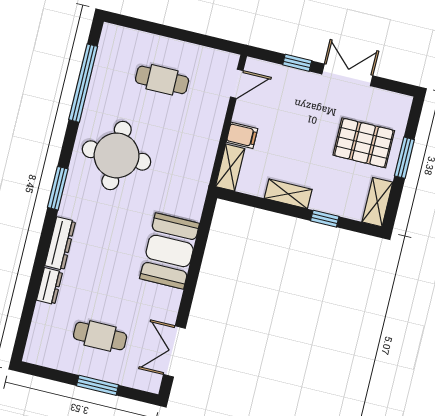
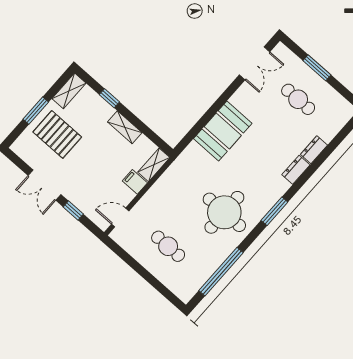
dresser: (60, 244) -> (296, 170), width x0.70

